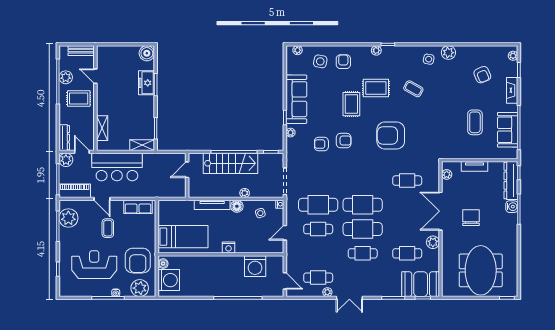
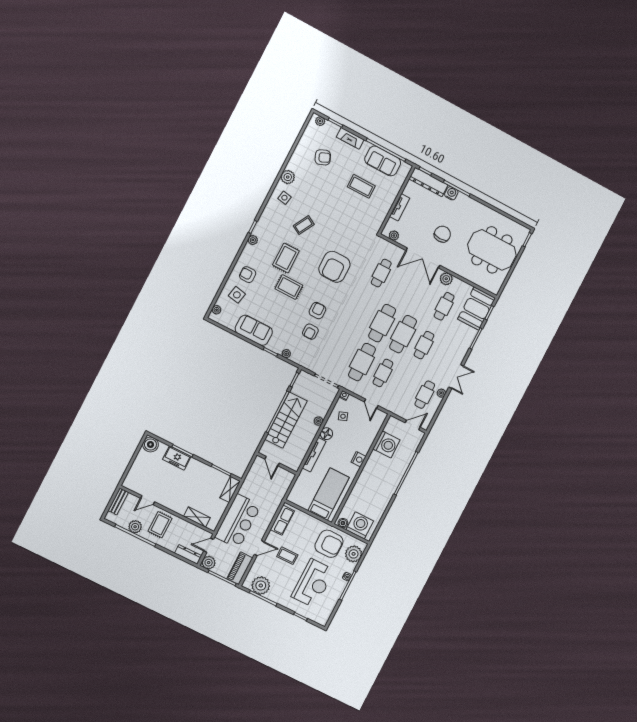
sofa: (296, 99) -> (254, 330), width x0.73
chair: (471, 218) -> (442, 234), turned 90
reception desk: (94, 265) -> (313, 583), turned 180

